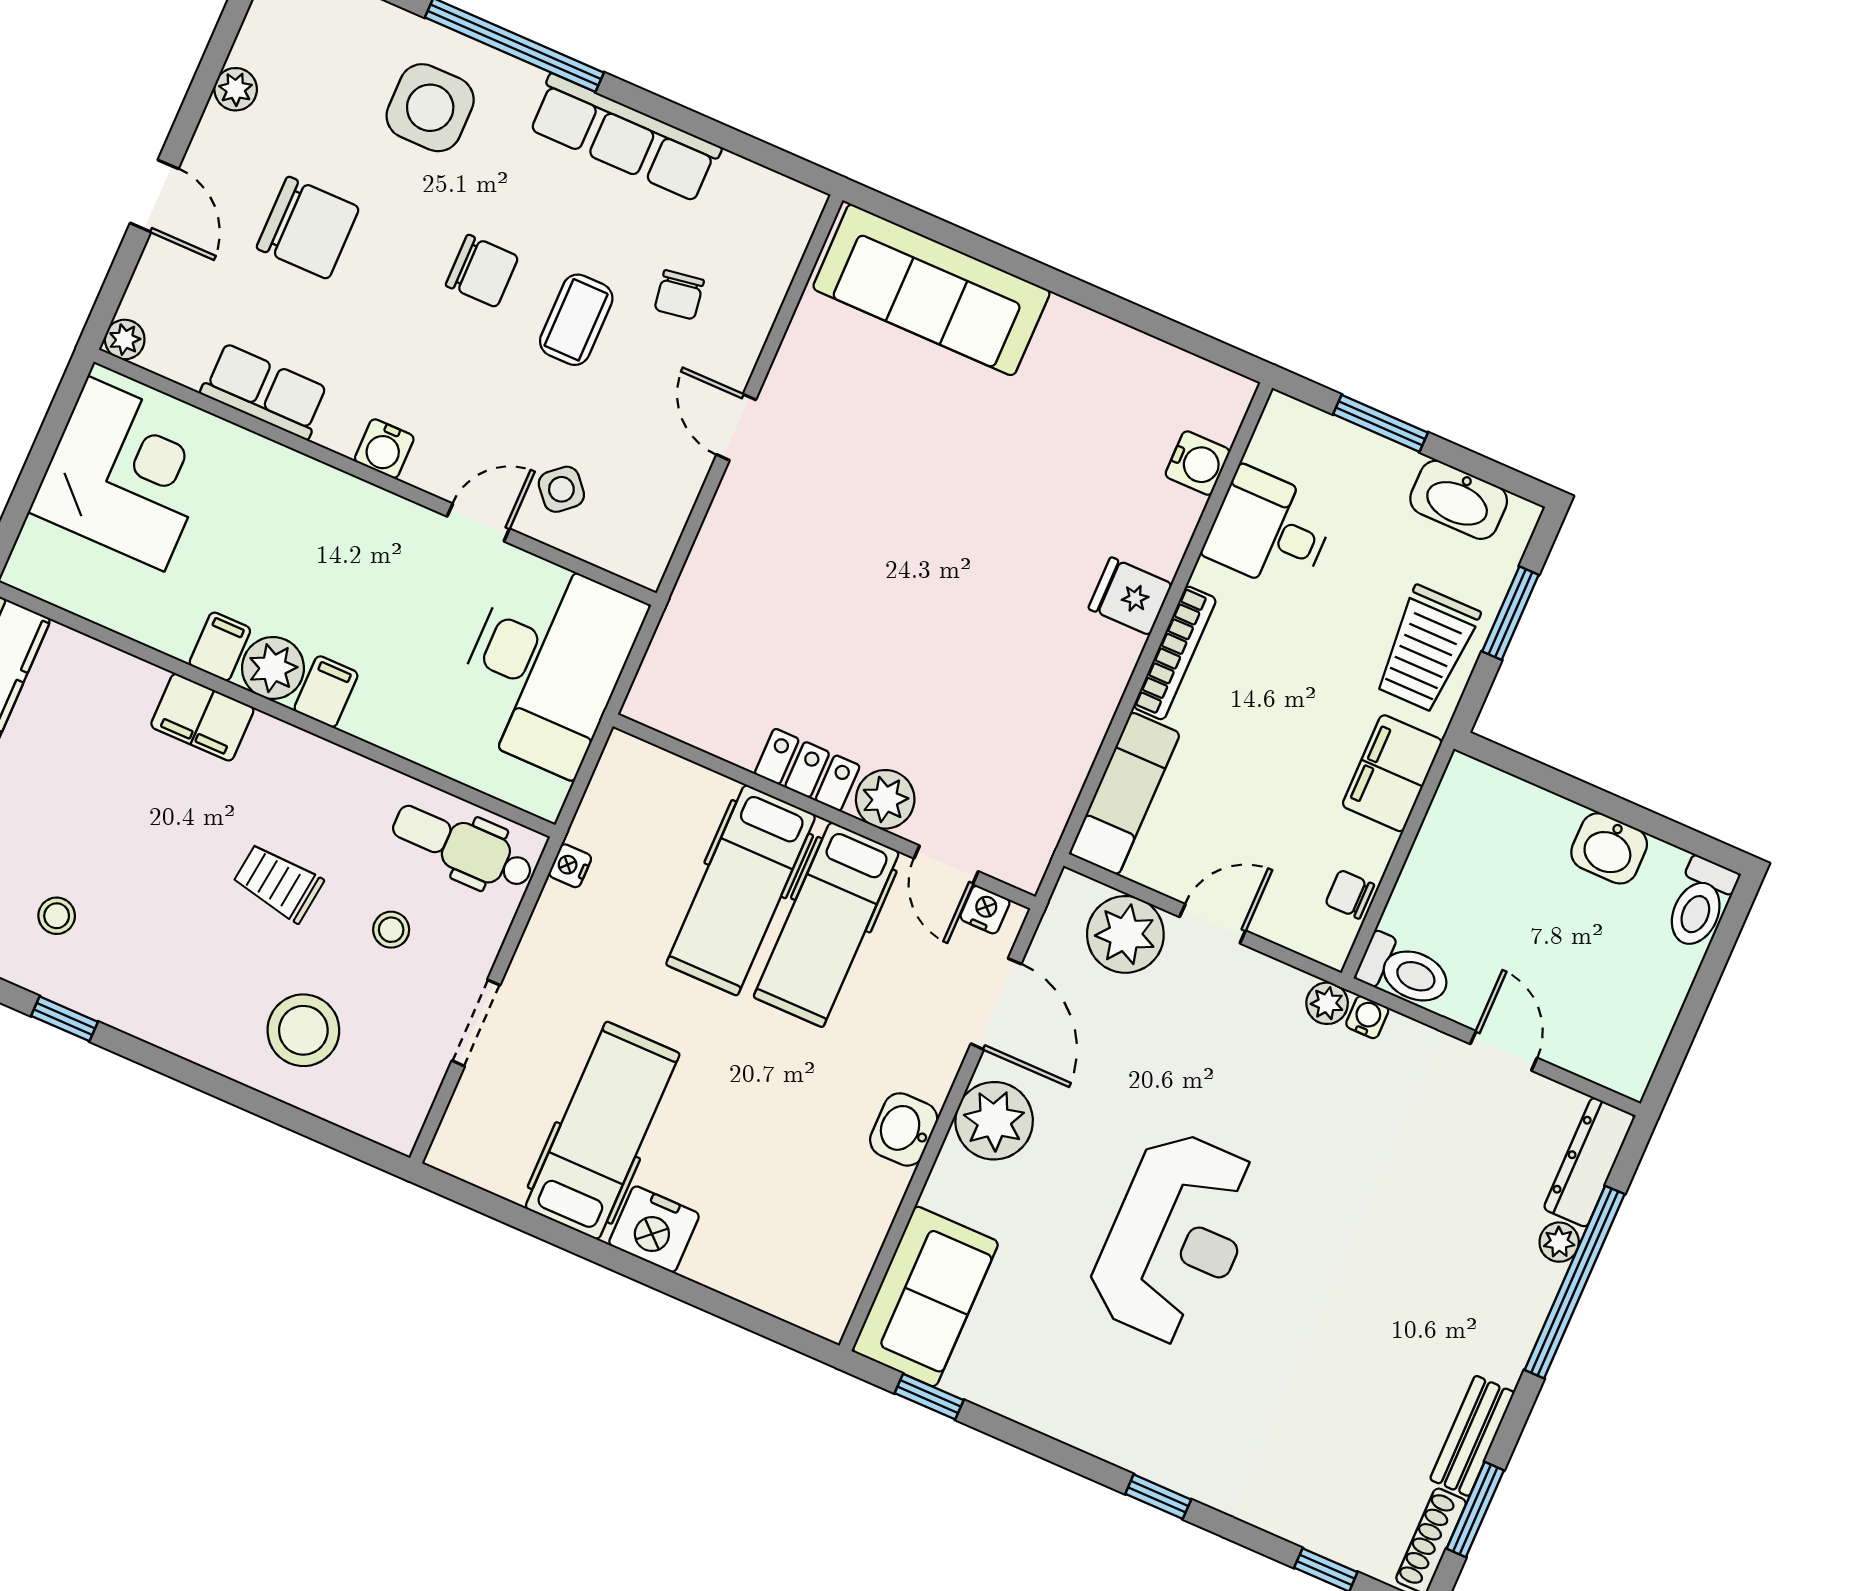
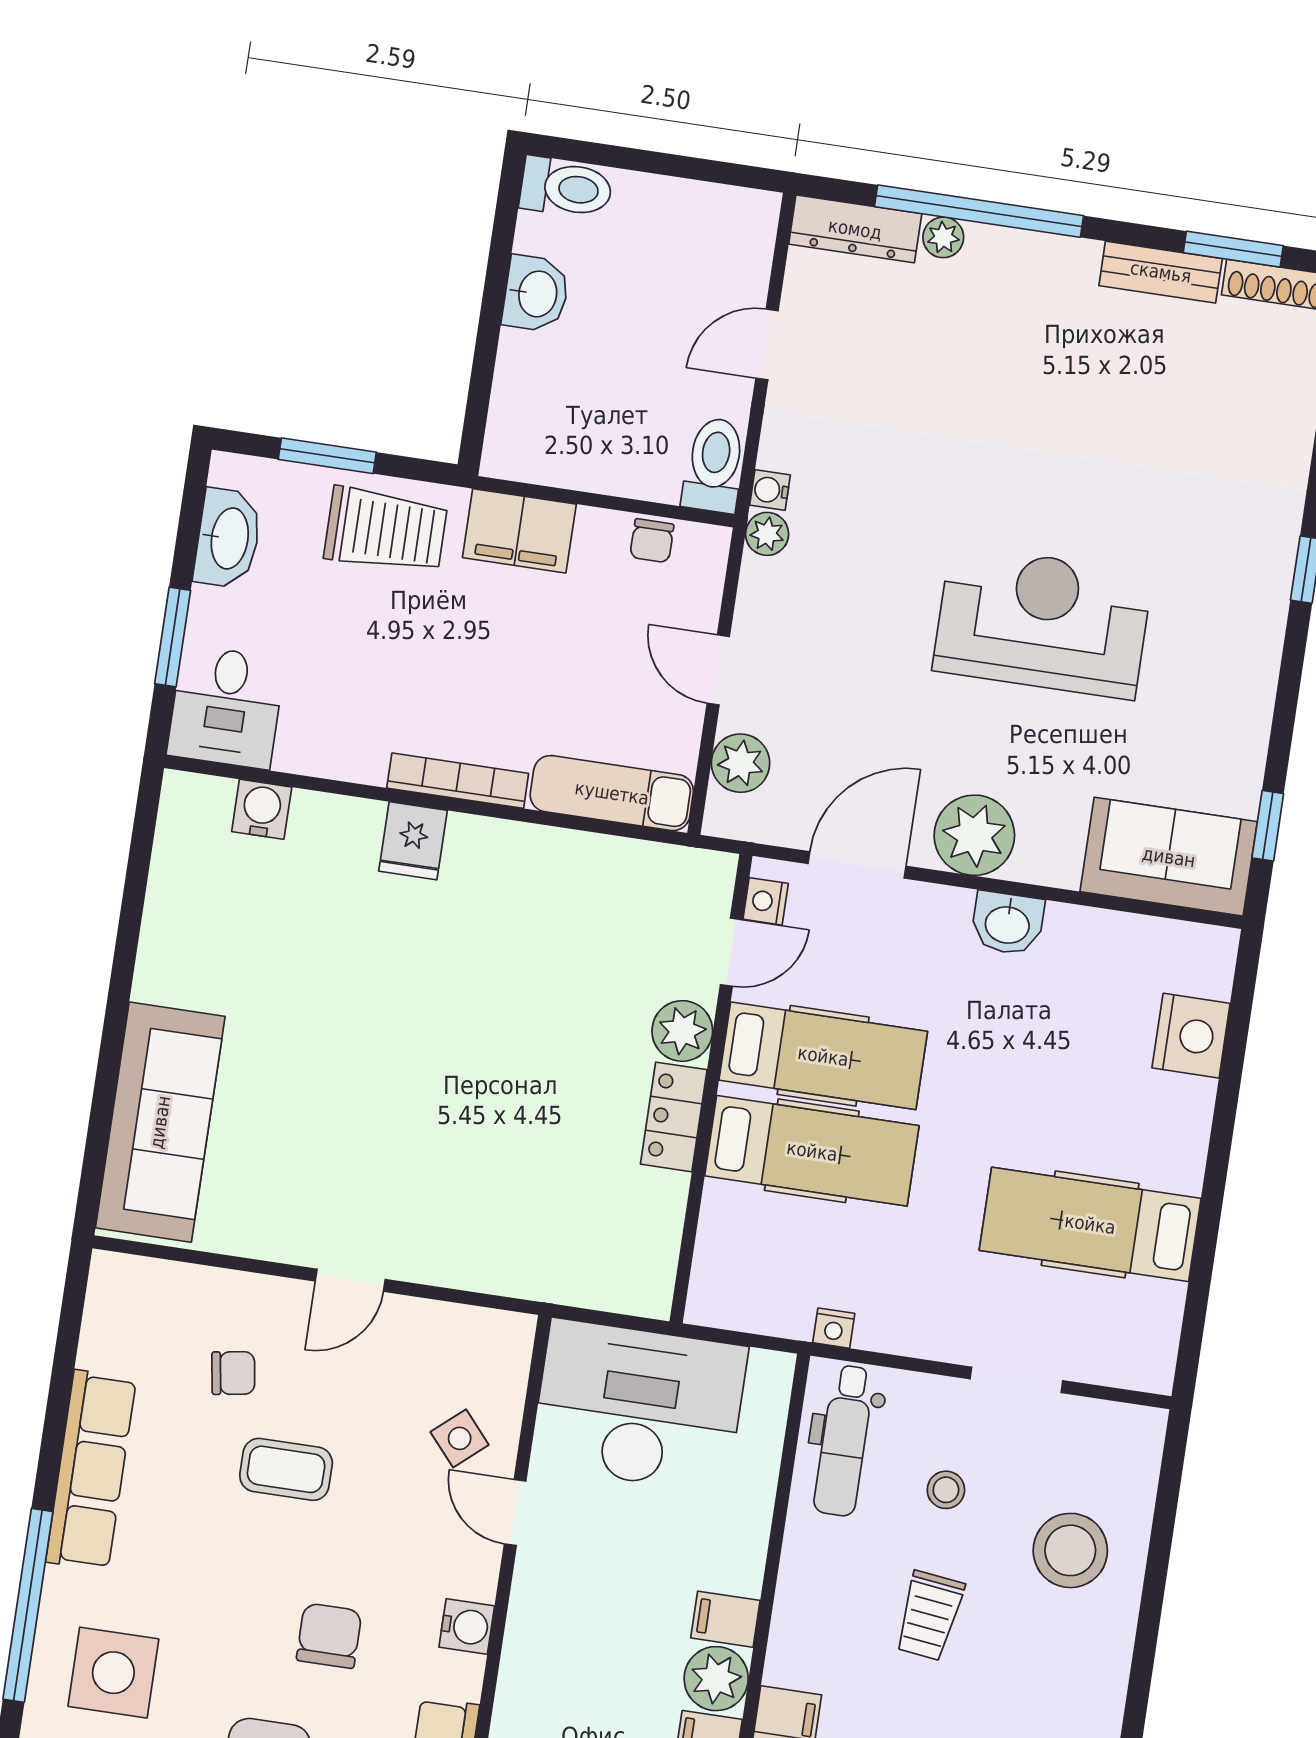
chair: (482, 271) -> (329, 1636), moved
desk: (1269, 530) -> (226, 707), moved
plant: (1125, 934) -> (741, 763), width x0.73, depth x0.73
nightstand: (654, 1229) -> (1191, 1036), moved

